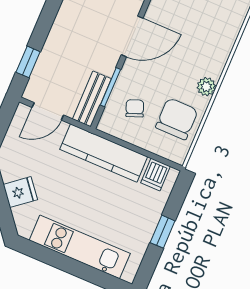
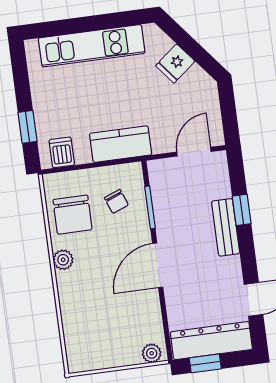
window: (28, 62) -> (242, 210), moved
bench: (92, 99) -> (226, 227), moved
kitchen counter: (104, 153) -> (121, 144), width x0.67
window: (163, 232) -> (28, 127), moved

